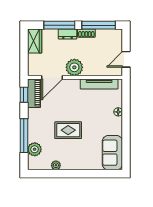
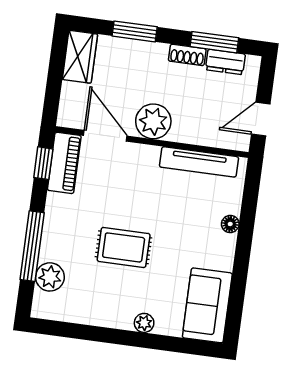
window: (59, 25) -> (135, 31), width x0.69
window: (99, 25) -> (214, 42), width x0.69
dresser: (67, 34) -> (225, 62), moved
door: (52, 77) -> (105, 136), swing flipped
plant: (56, 165) -> (144, 323), moved

